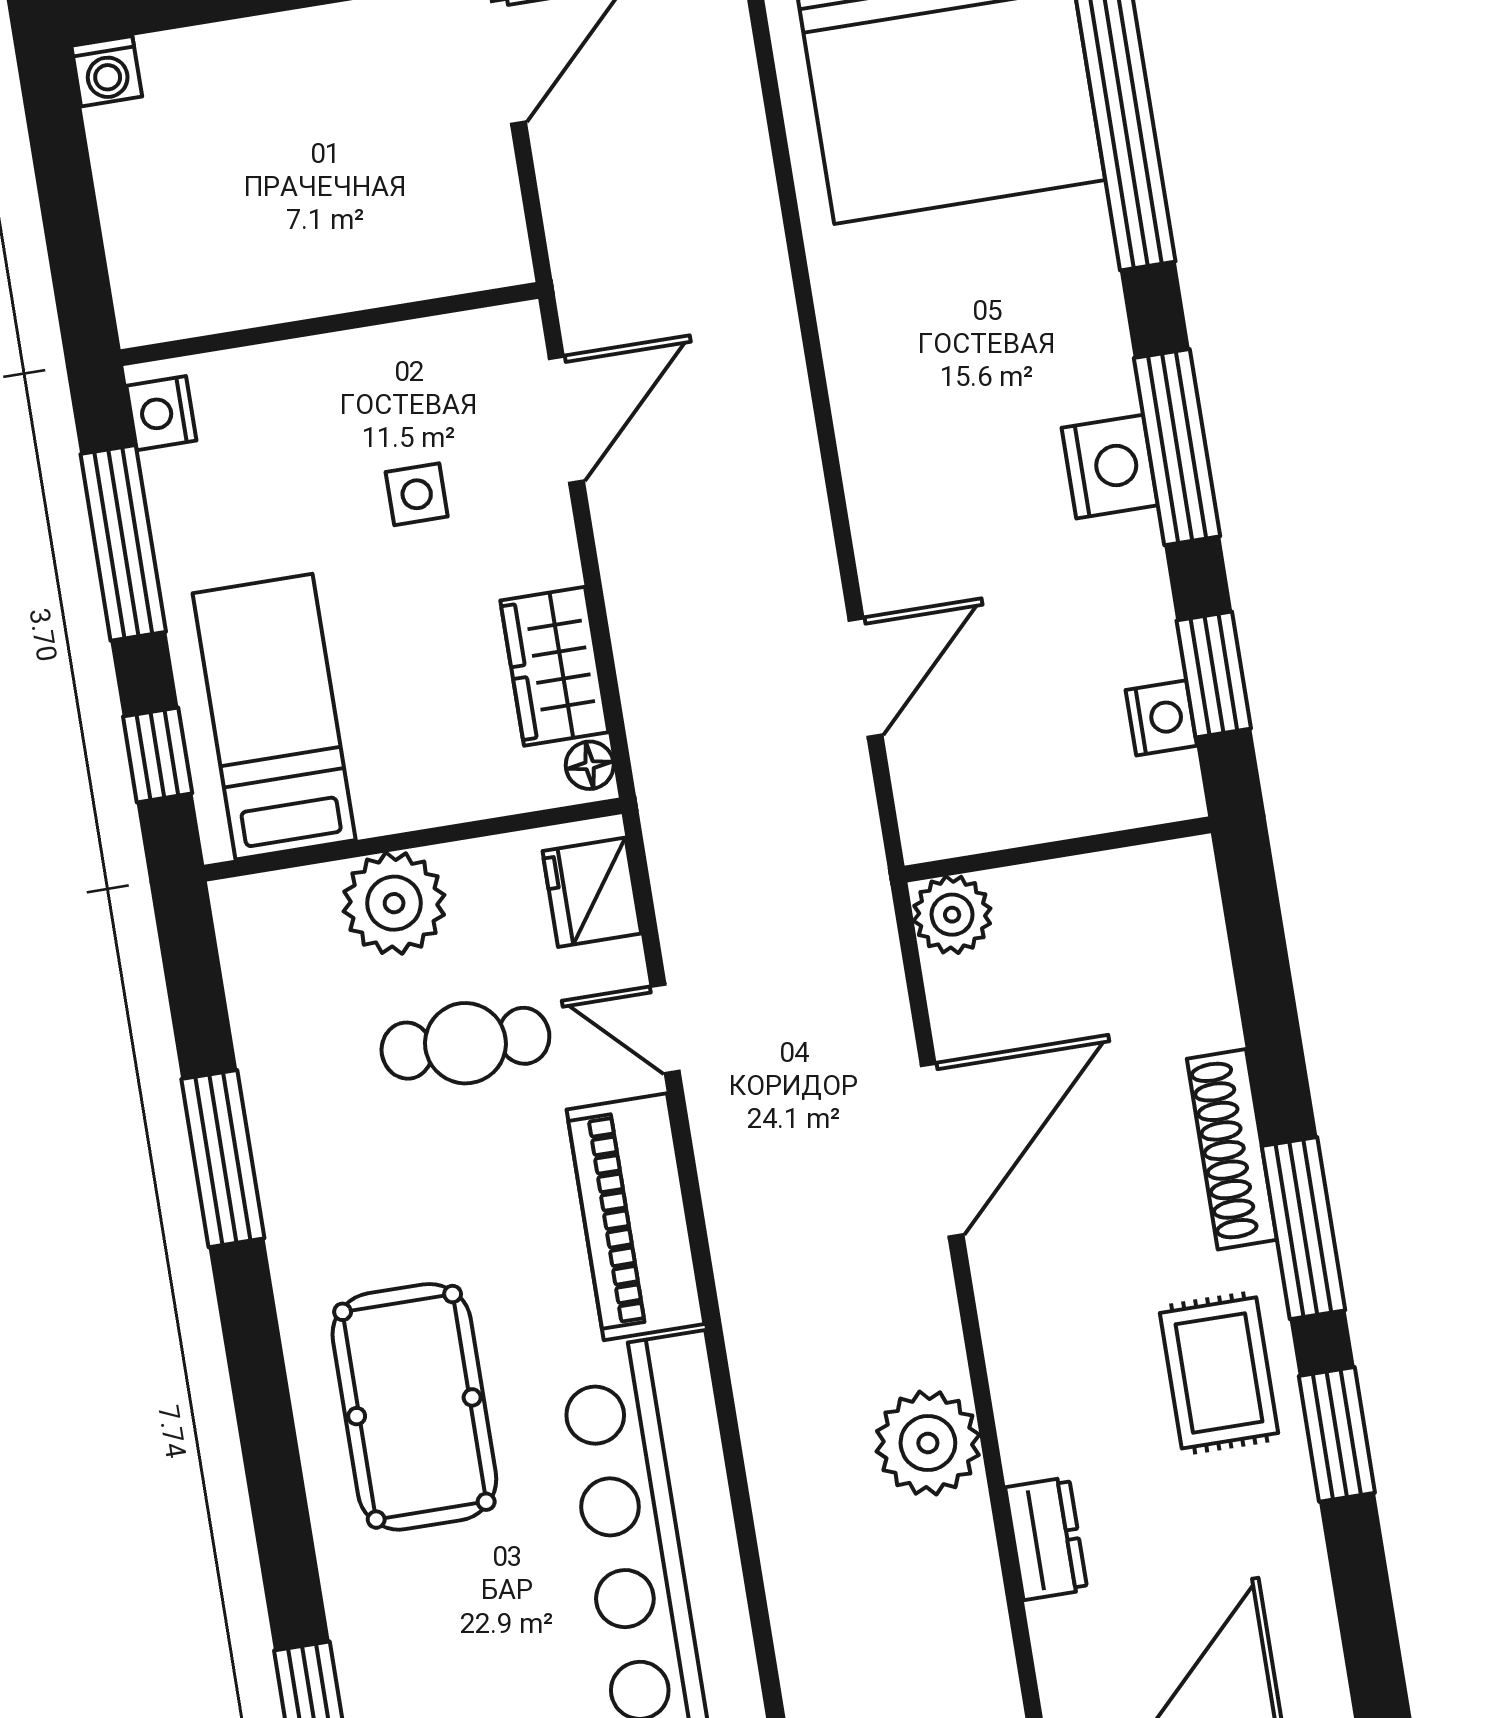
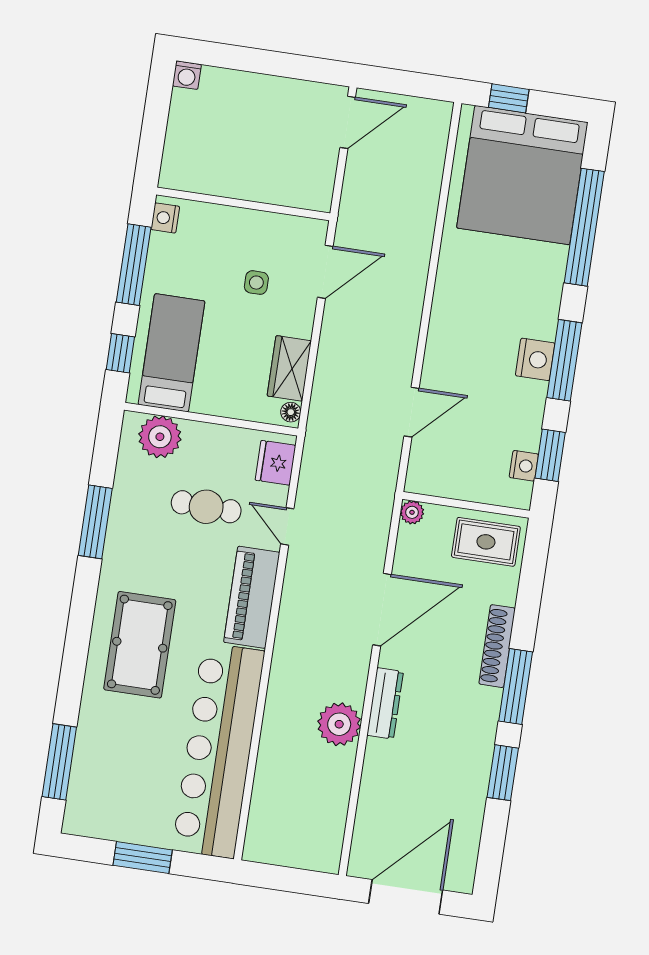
plant: (394, 903) -> (160, 437), moved
plant: (952, 915) -> (412, 512), width x0.73, depth x0.73
rug: (1219, 1373) -> (486, 542), moved, turned 90
dresser: (1046, 1539) -> (385, 703), moved, width x1.44

